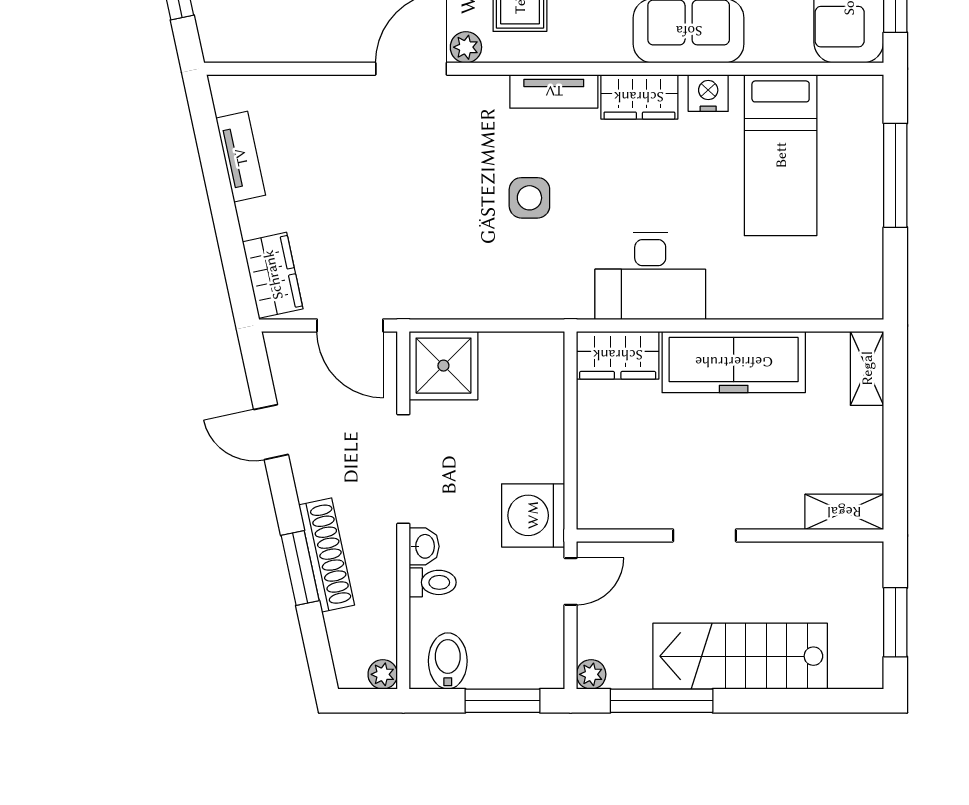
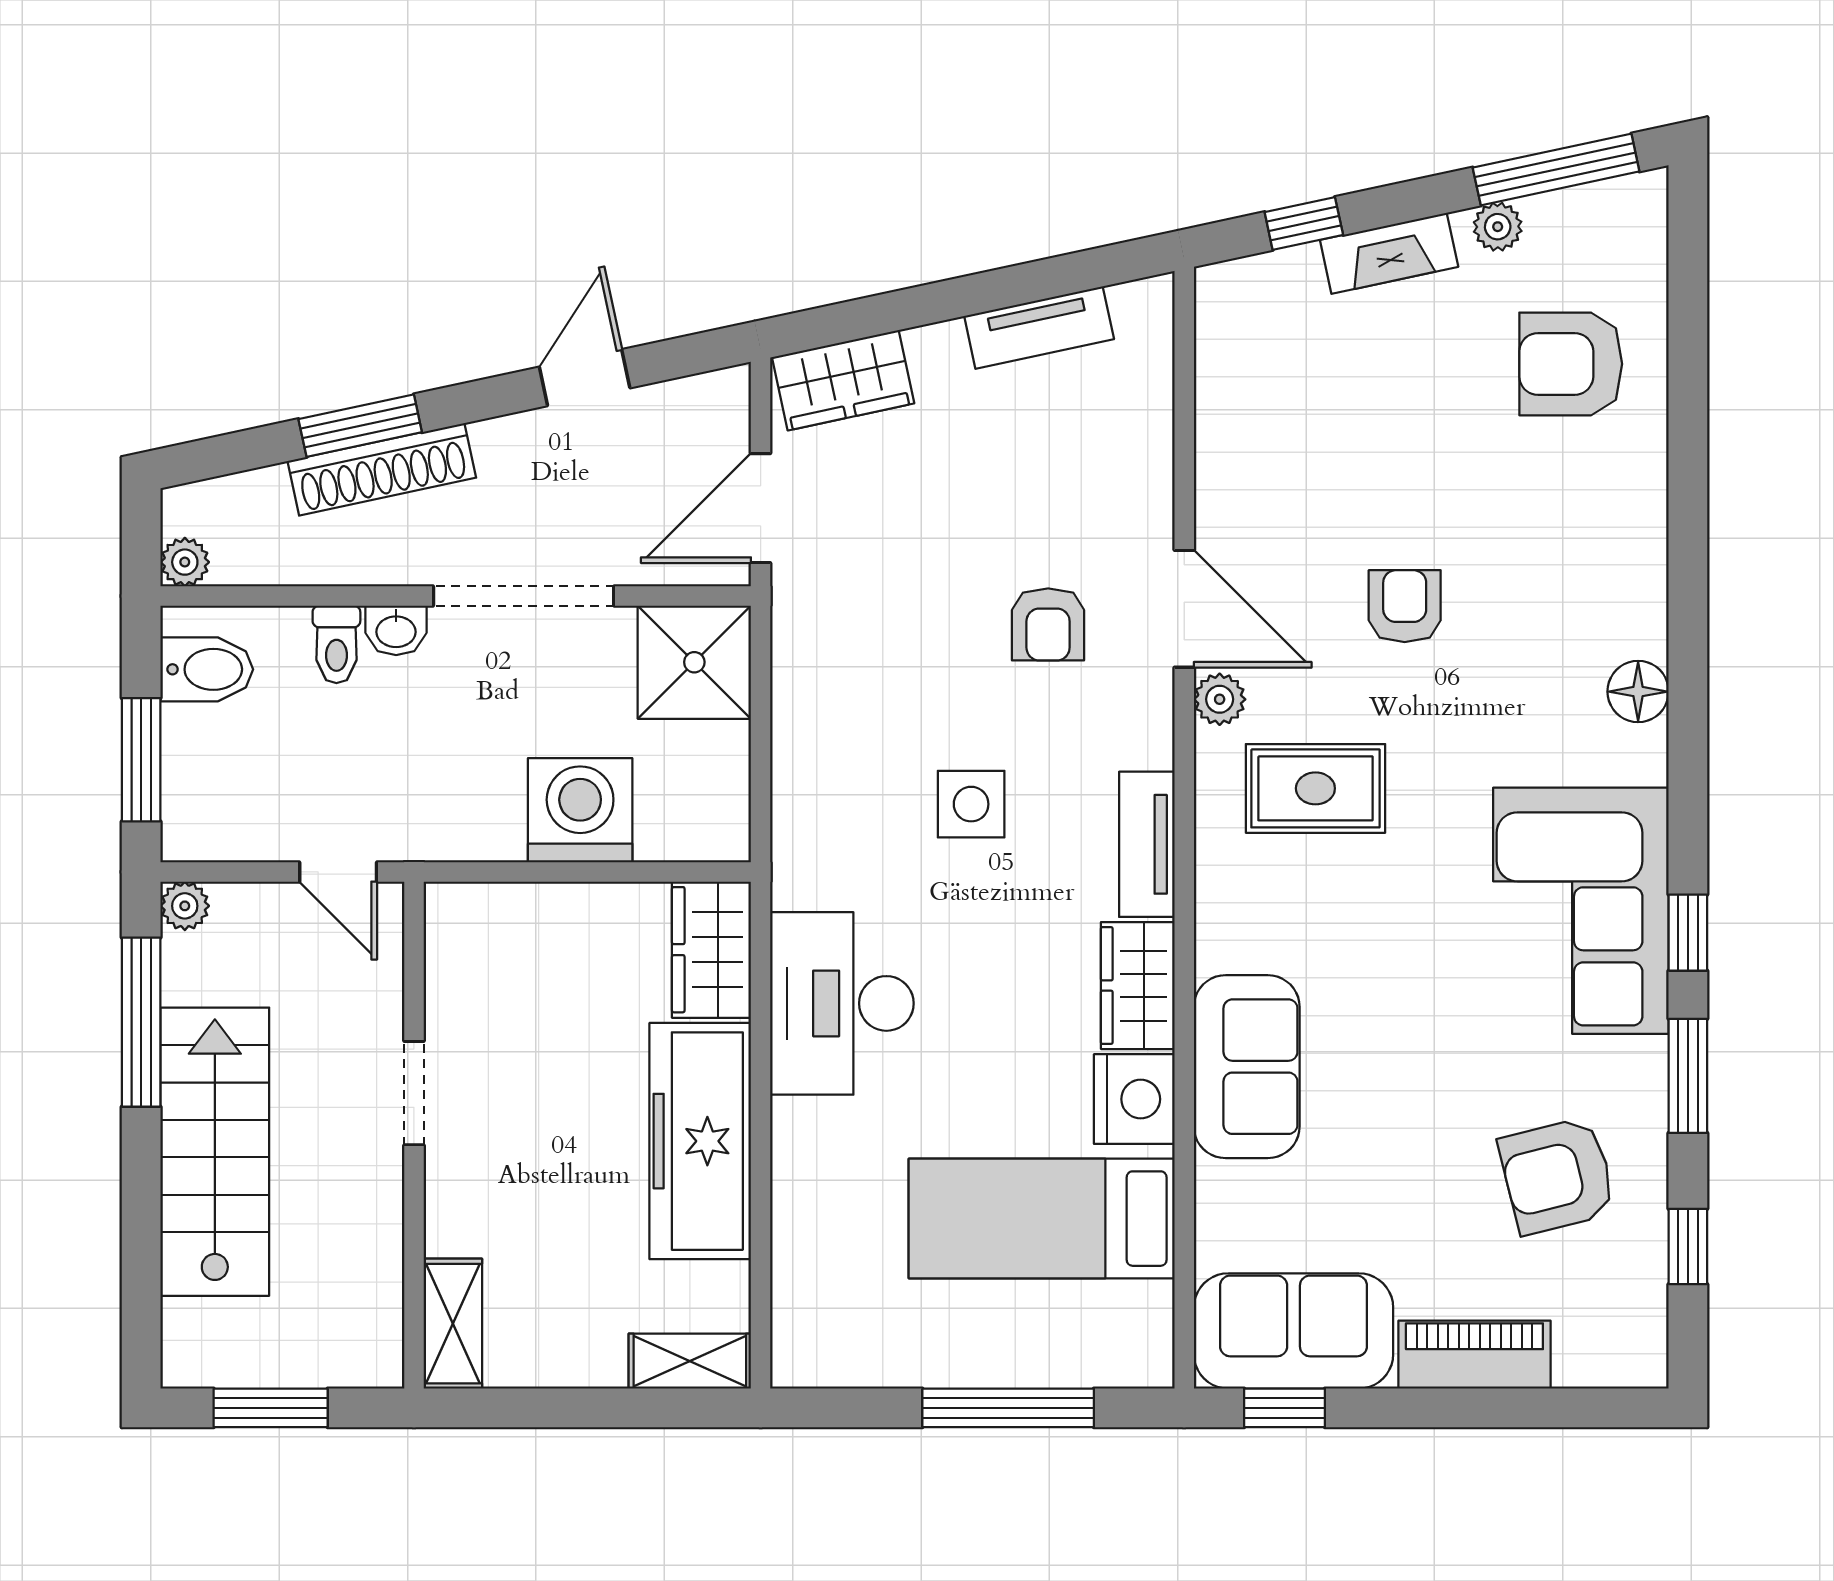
nightstand: (708, 93) -> (1134, 1099), width x1.36, depth x1.33
armchair: (421, 151) -> (1048, 624), added
washing machine: (533, 515) -> (580, 810), moved

